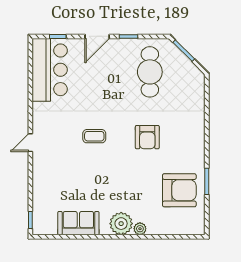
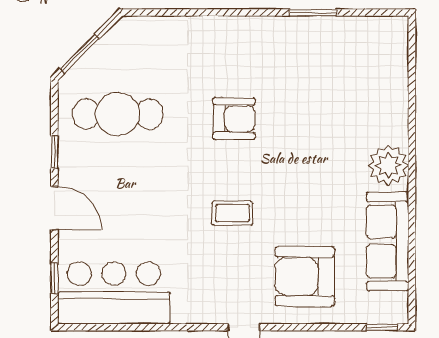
coffee table: (94, 136) -> (232, 213), turned 90
armchair: (179, 190) -> (305, 276), moved, turned -90
sofa: (78, 223) -> (388, 242), width x1.36
plant: (140, 229) -> (397, 132), removed

